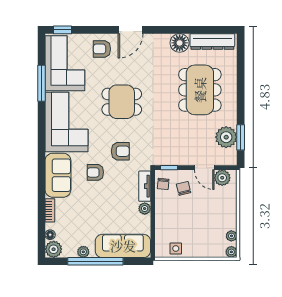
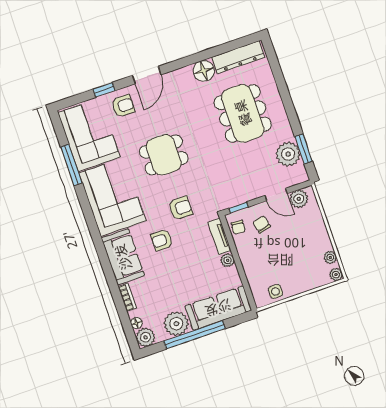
window: (62, 30) -> (104, 90), moved
armchair: (102, 49) -> (123, 106), turned 180
plant: (83, 252) -> (176, 324), width x1.88, depth x1.88

